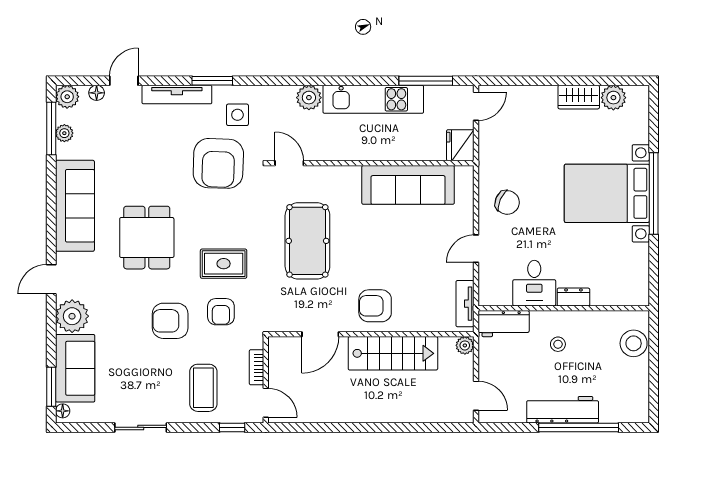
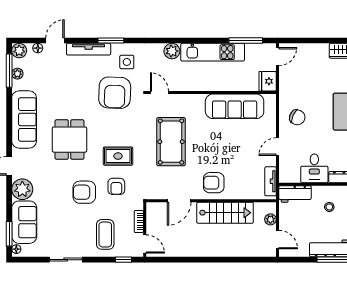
plant: (465, 345) -> (270, 219), moved

